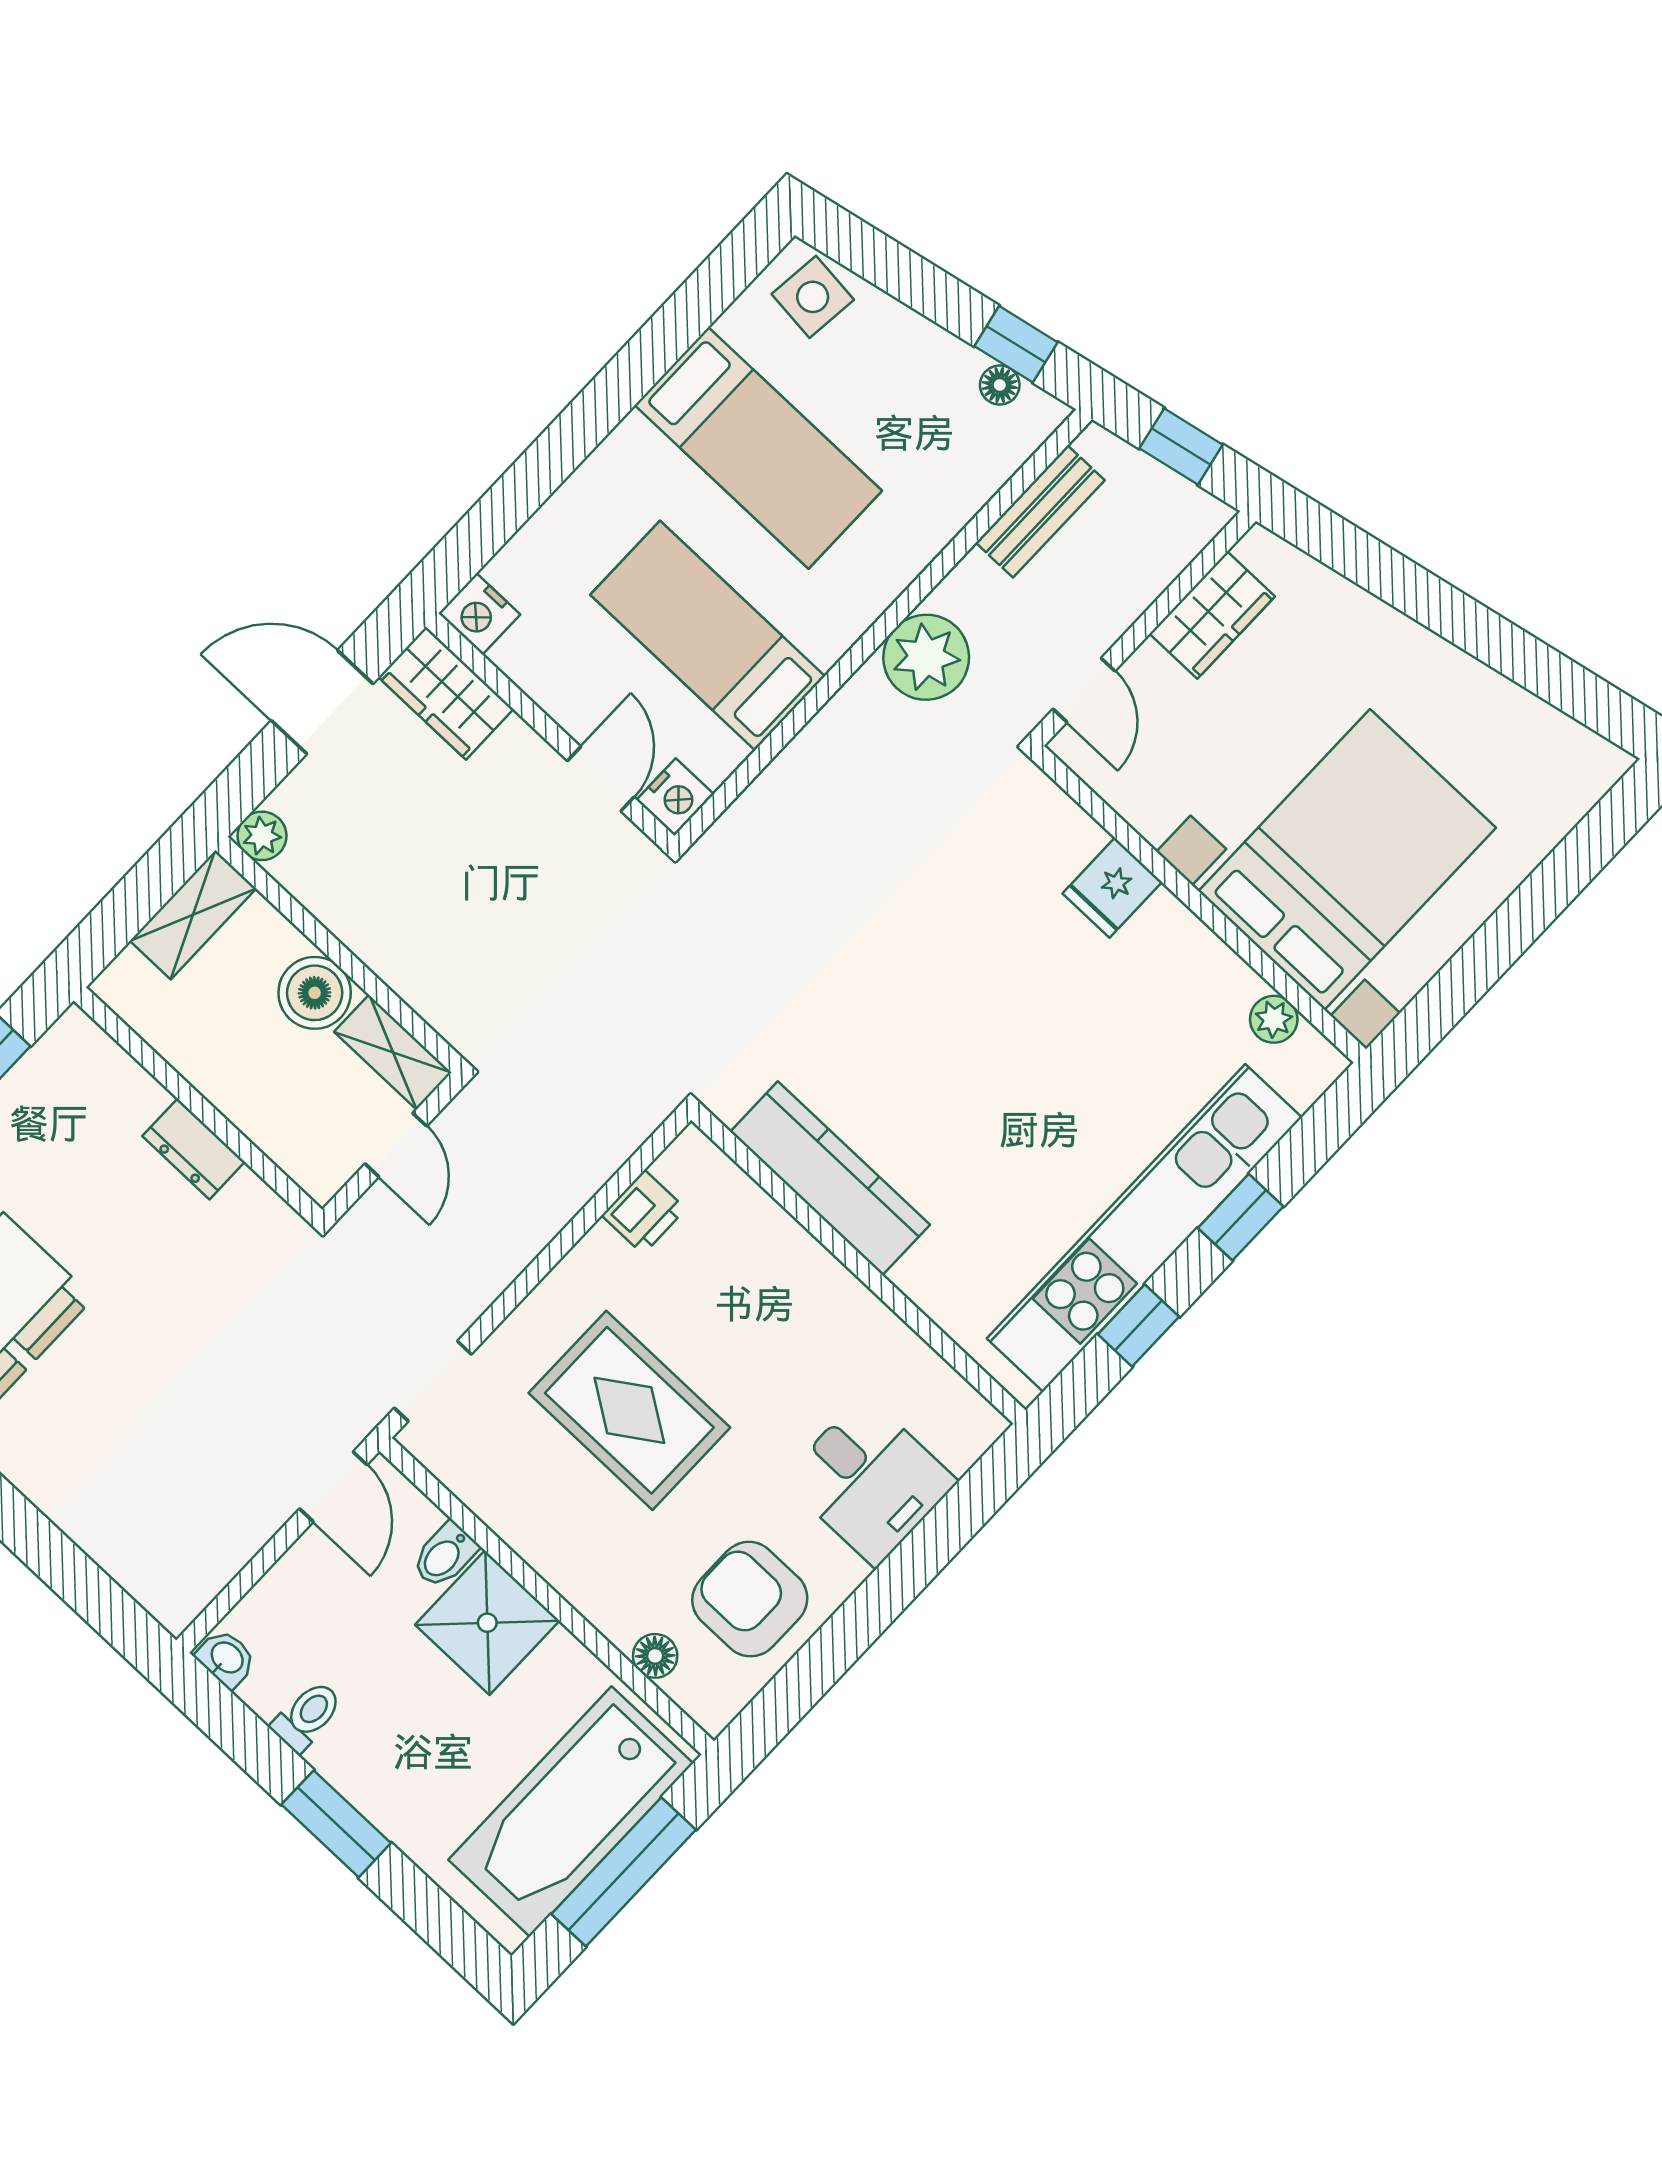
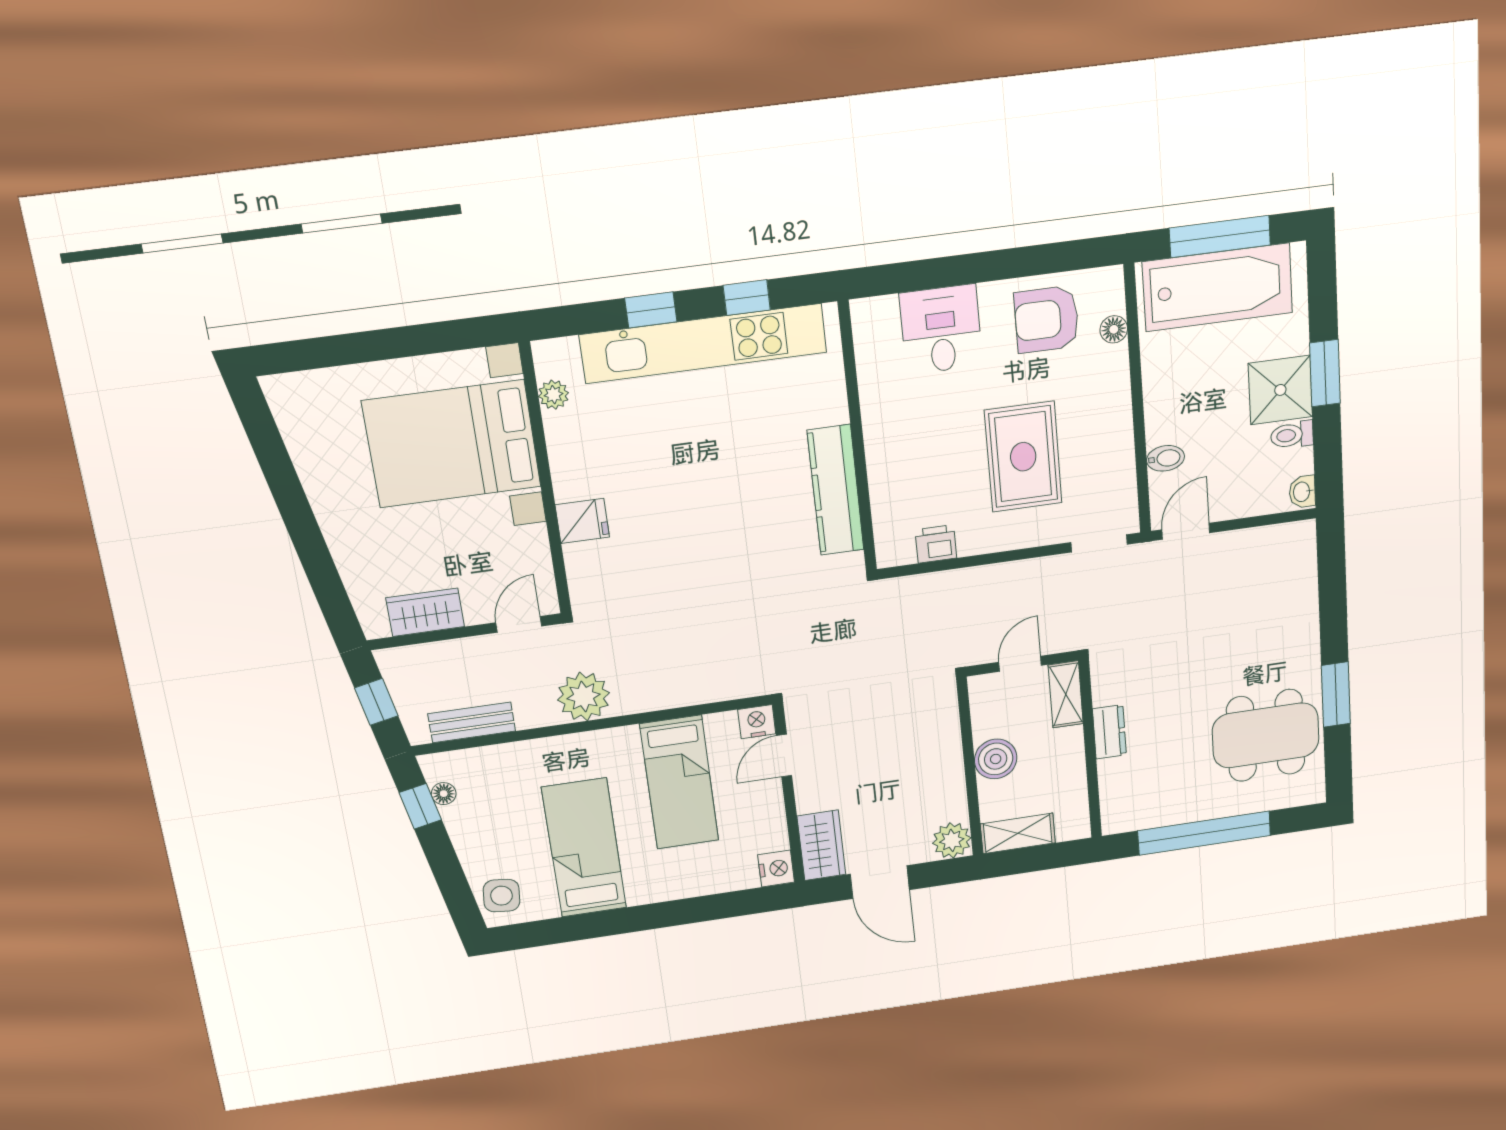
plant: (262, 836) -> (952, 840), width x1.38, depth x1.38
shelving: (393, 1052) -> (1066, 694), moved
armchair: (750, 1599) -> (1047, 319), turned 90
shower: (487, 1623) -> (1280, 390), moved

